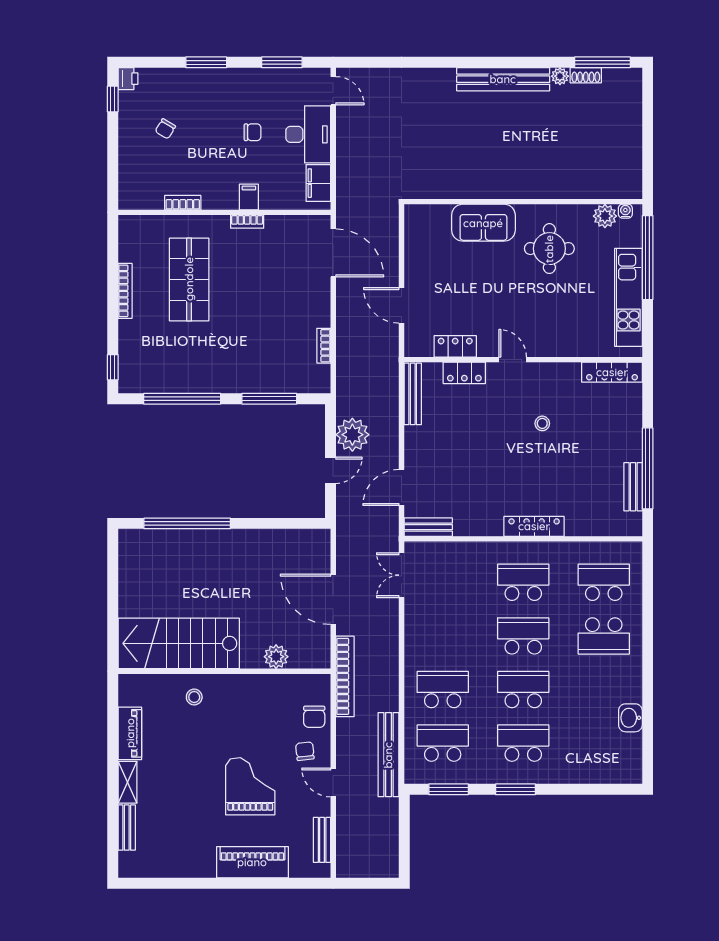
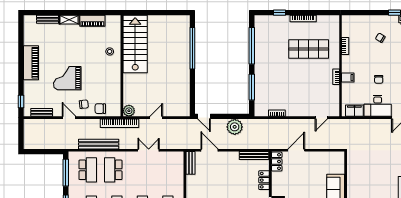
door: (333, 253) -> (321, 118), width x0.53
locker: (455, 346) -> (277, 162), moved
window: (113, 367) -> (279, 13), moved
door: (330, 470) -> (204, 116), moved
double door: (402, 575) -> (149, 150), moved
door: (333, 599) -> (156, 118), width x0.53
plant: (276, 657) -> (129, 111), moved
school desk: (443, 690) -> (113, 170), turned 180
bench: (388, 755) -> (99, 144), moved
door: (333, 782) -> (69, 118), hinge flipped
grand piano: (250, 786) -> (67, 78), turned 180
window: (449, 789) -> (66, 173), width x1.44
piano: (252, 862) -> (31, 63), moved
window: (299, 883) -> (21, 102), added

